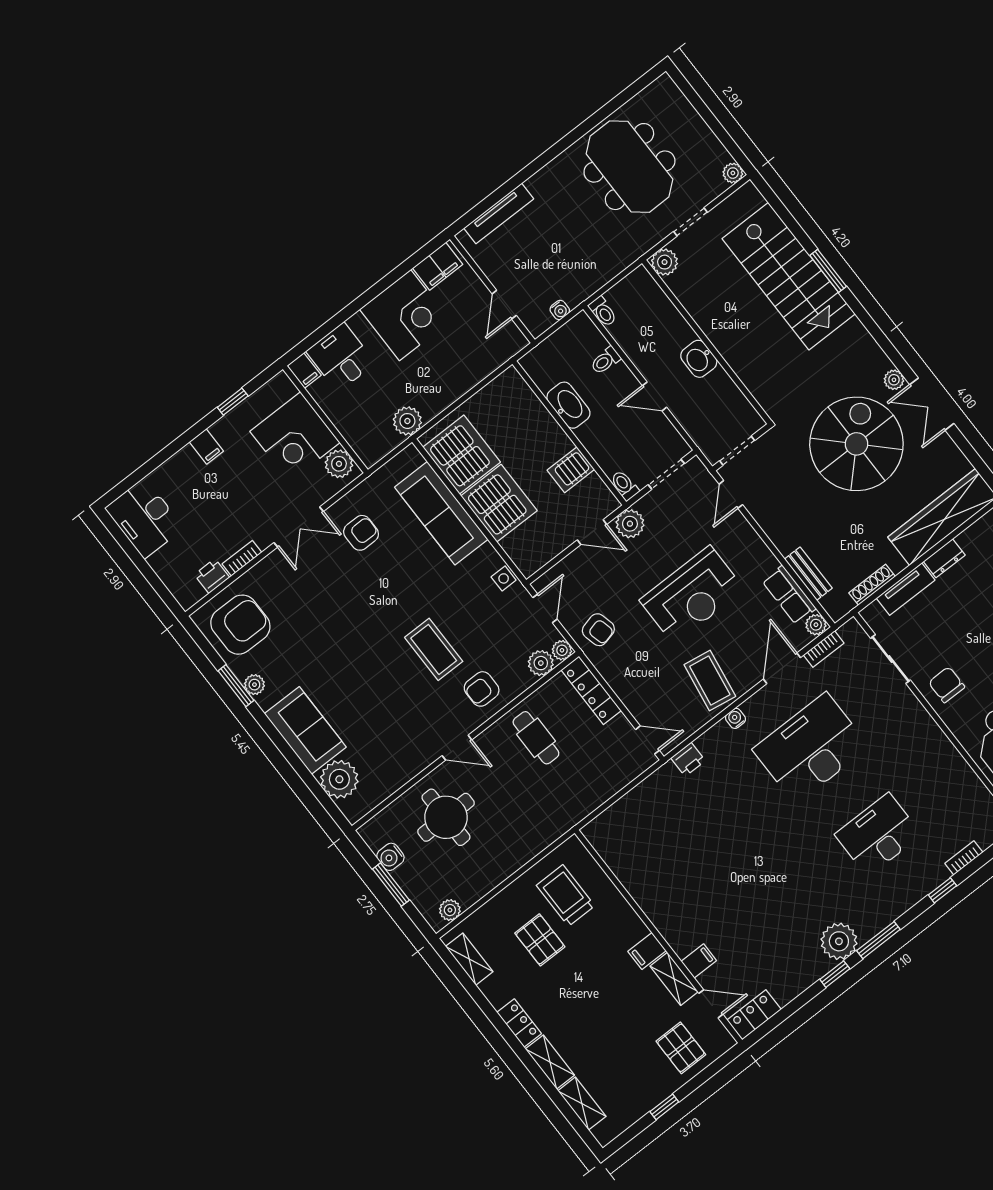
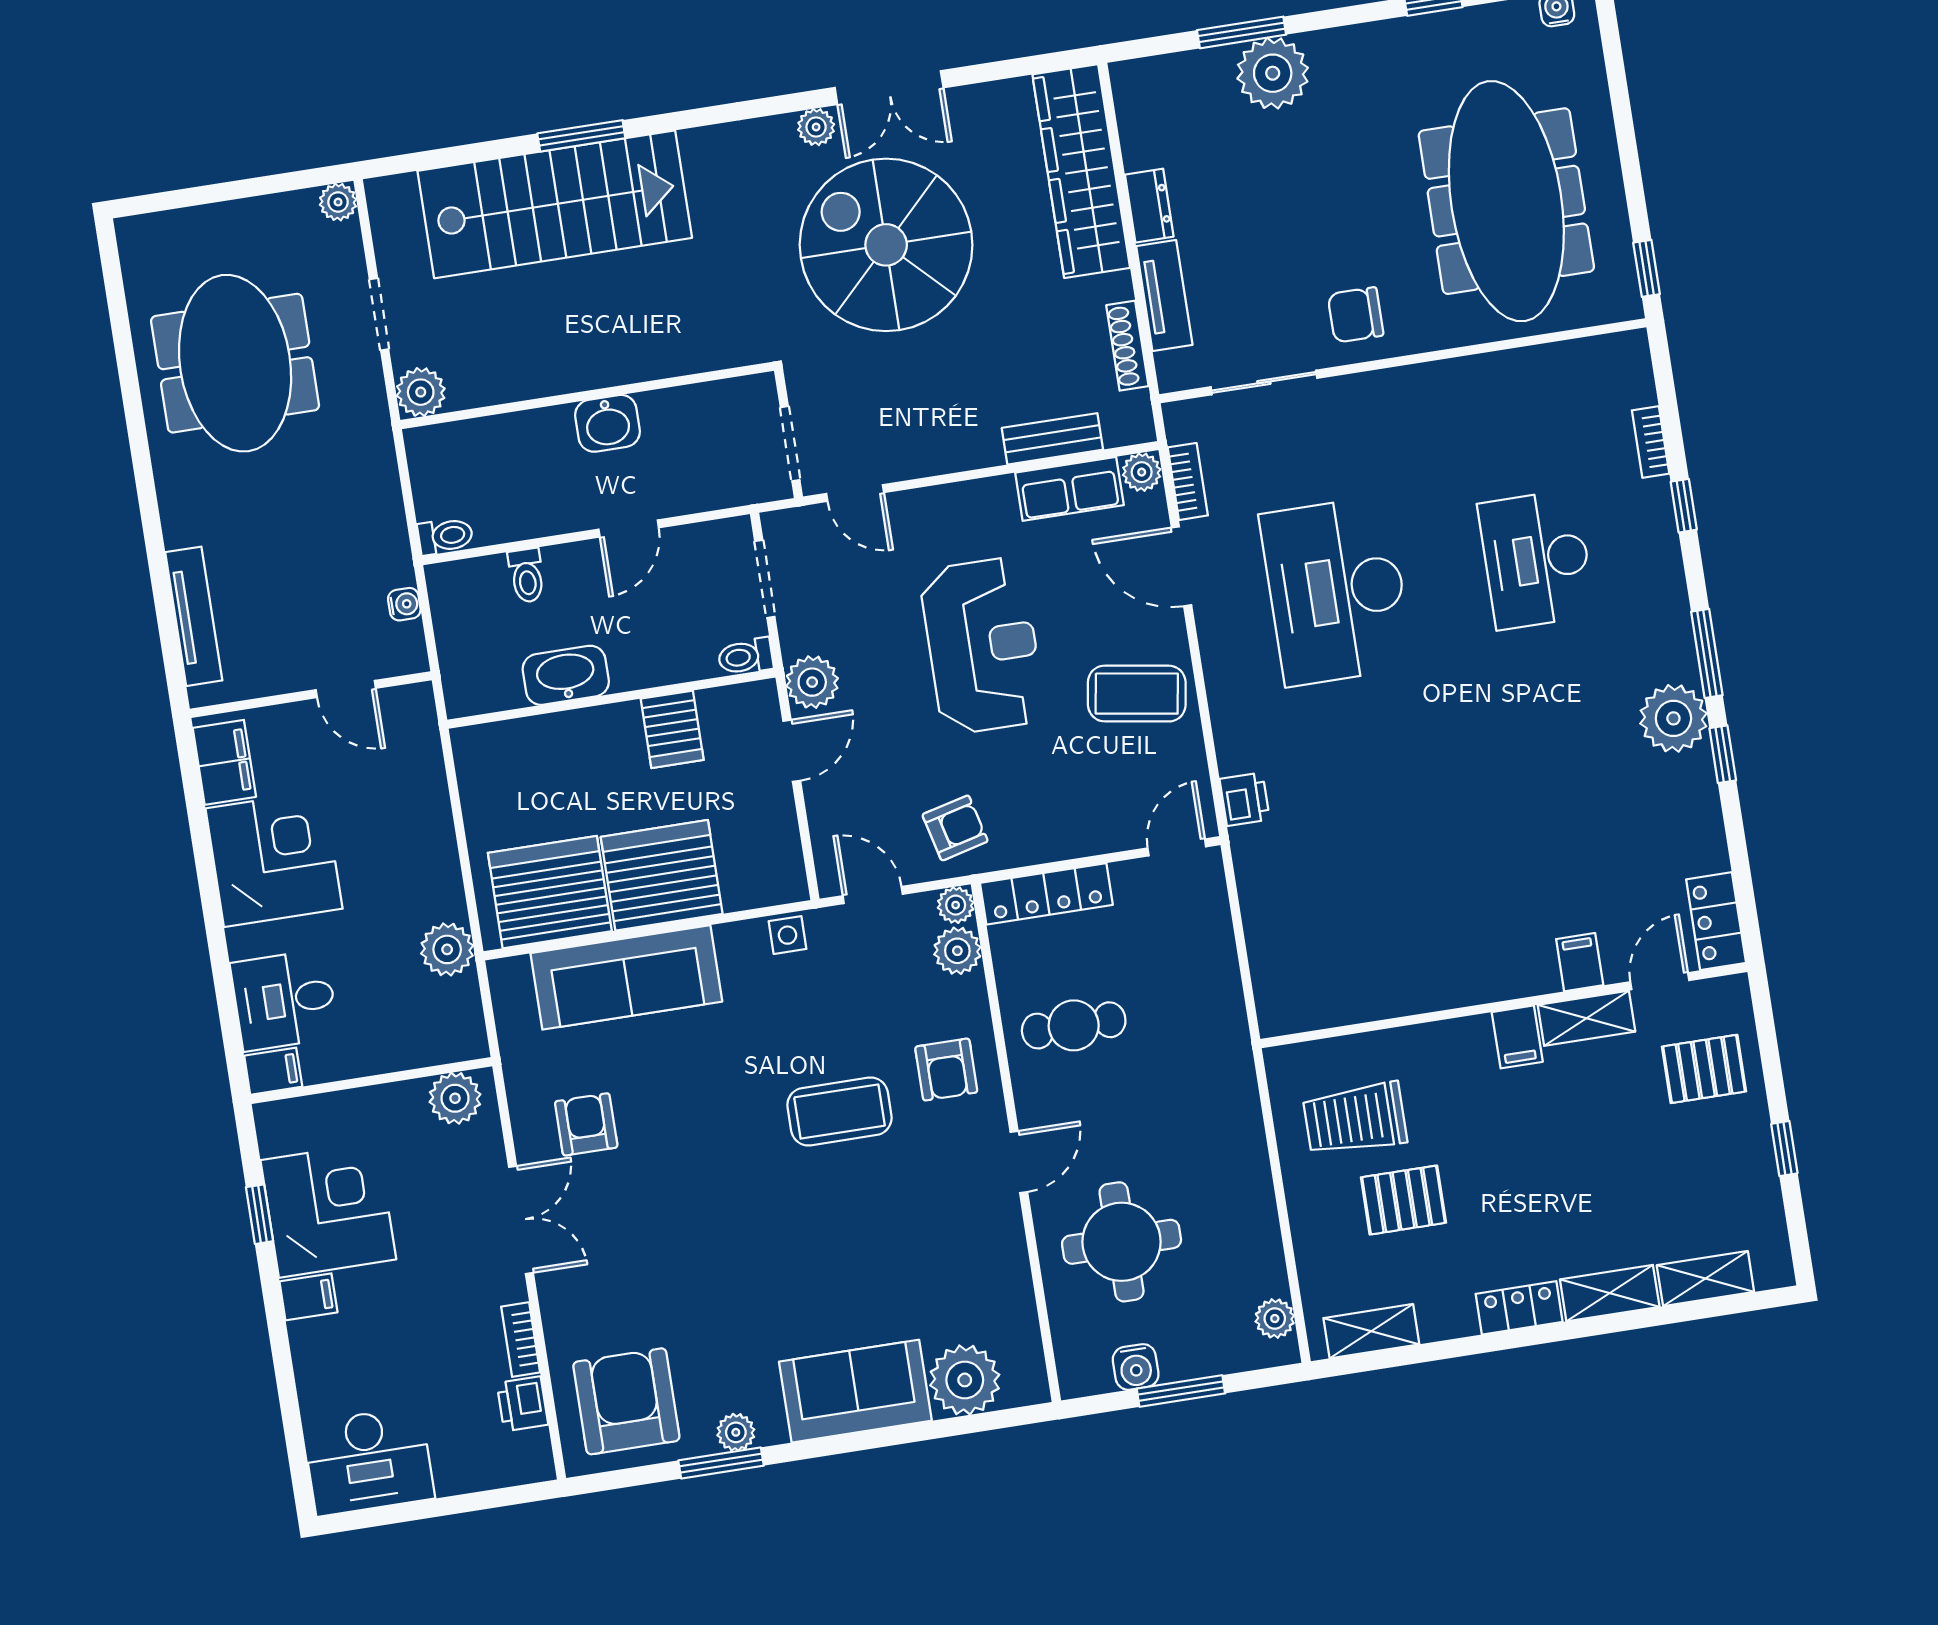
meeting table: (629, 167) -> (235, 363), turned 90
corner desk: (295, 437) -> (328, 1210), moved, turned -90
water cooler: (735, 718) -> (1221, 686), removed

